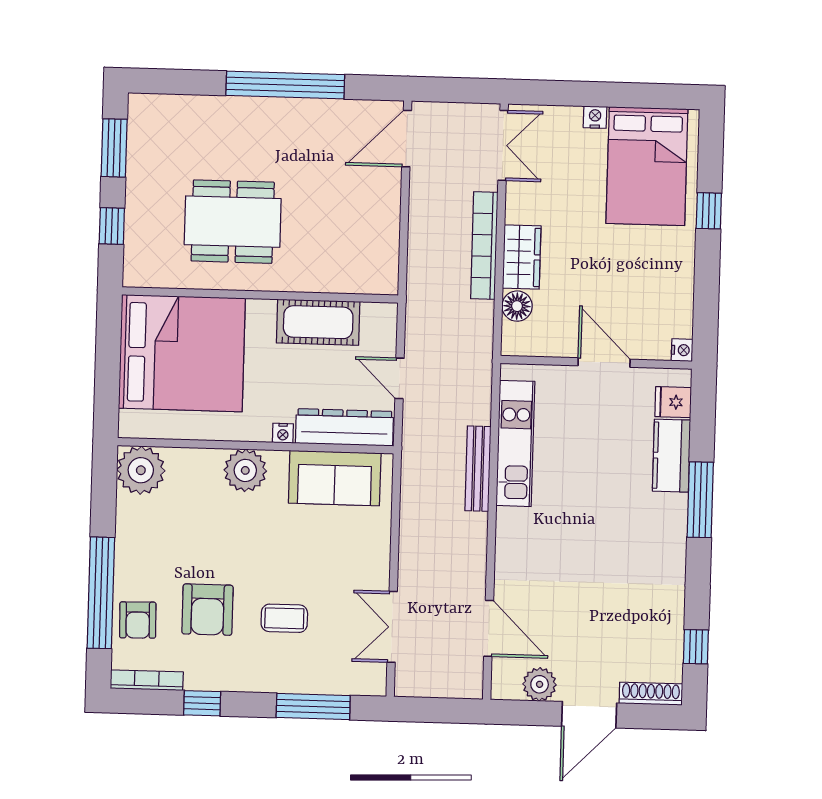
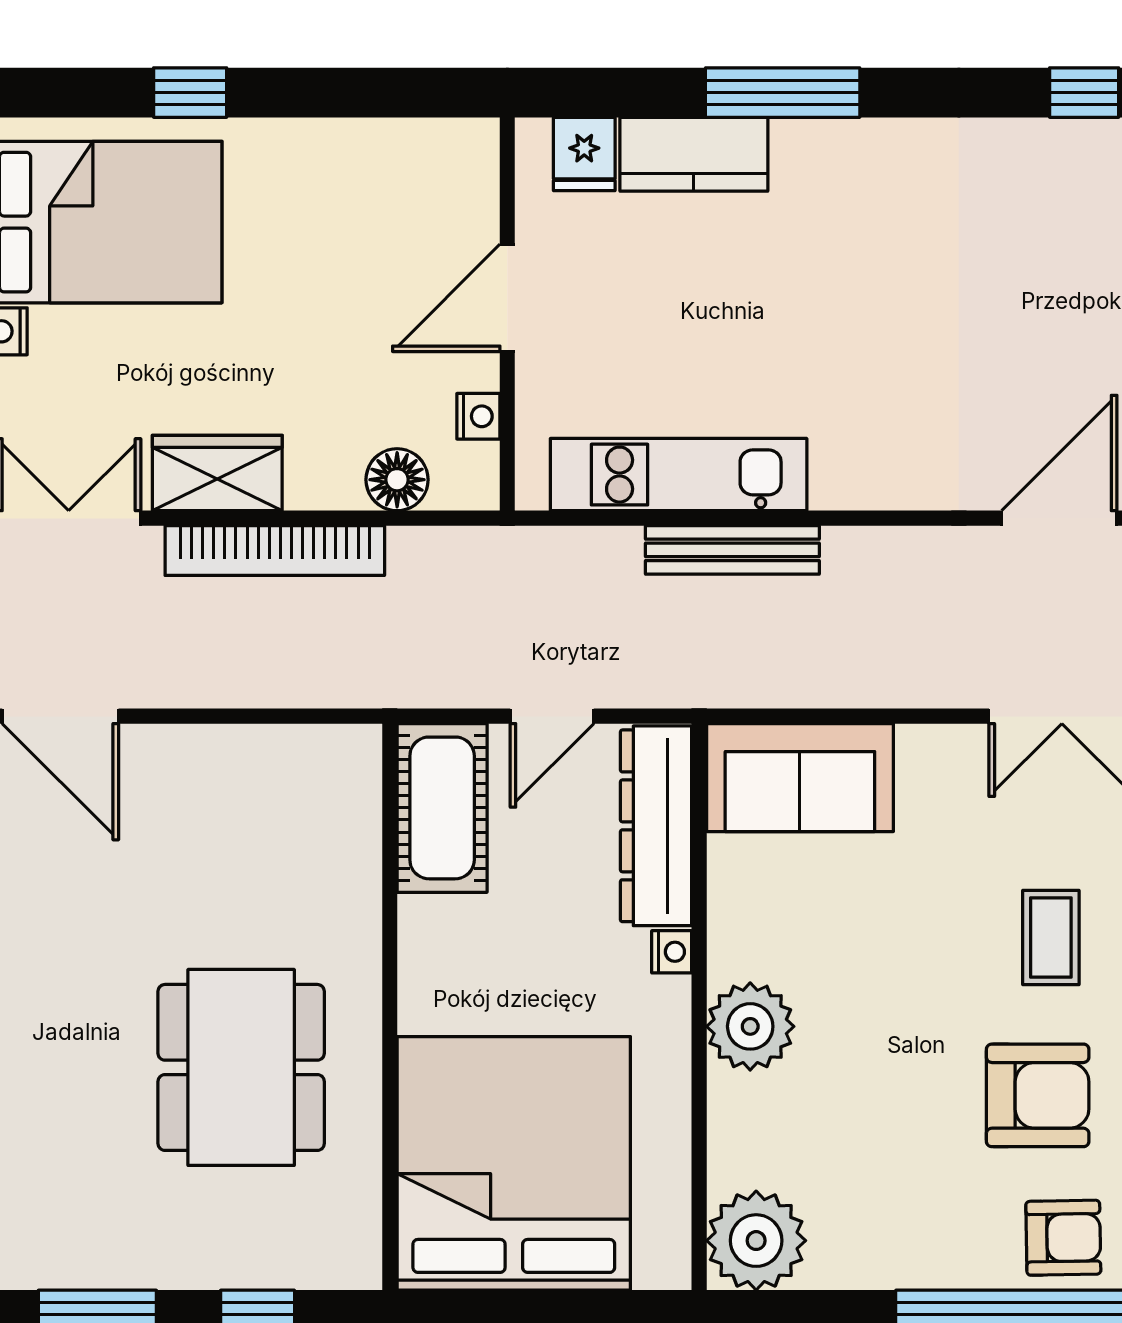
wardrobe: (522, 257) -> (217, 473), moved
cot: (318, 322) -> (442, 808), moved
nightstand: (682, 350) -> (478, 416), moved, turned 90
sofa: (335, 478) -> (800, 778), moved, turned 90

